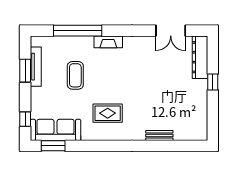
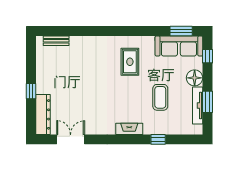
window: (78, 31) -> (158, 139), width x0.32
floor lamp: (39, 96) -> (195, 78), added
rug: (108, 113) -> (130, 62), turned 90
bench: (159, 136) -> (56, 41), moved

